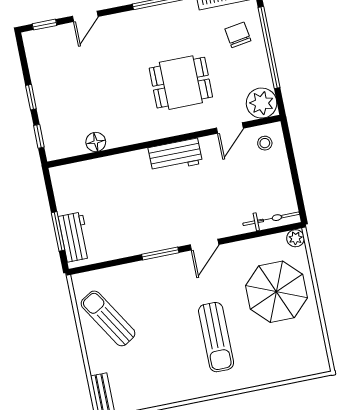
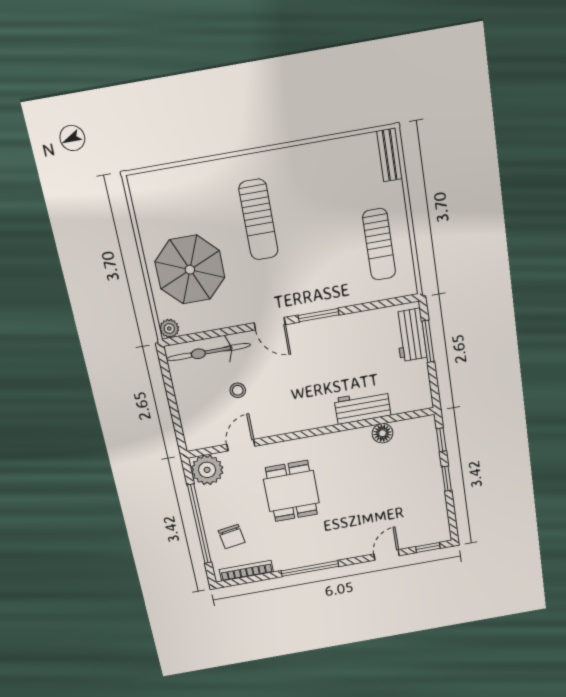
dining table: (181, 83) -> (291, 491), turned 90
stool: (265, 143) -> (238, 390), moved
workbench: (175, 156) -> (363, 407), moved
bicycle: (271, 219) -> (208, 352), width x1.37, depth x1.40
door: (205, 245) -> (270, 324), swing flipped
sun lounger: (108, 318) -> (379, 244), turned 32
sun lounger: (216, 337) -> (258, 220), turned 180

